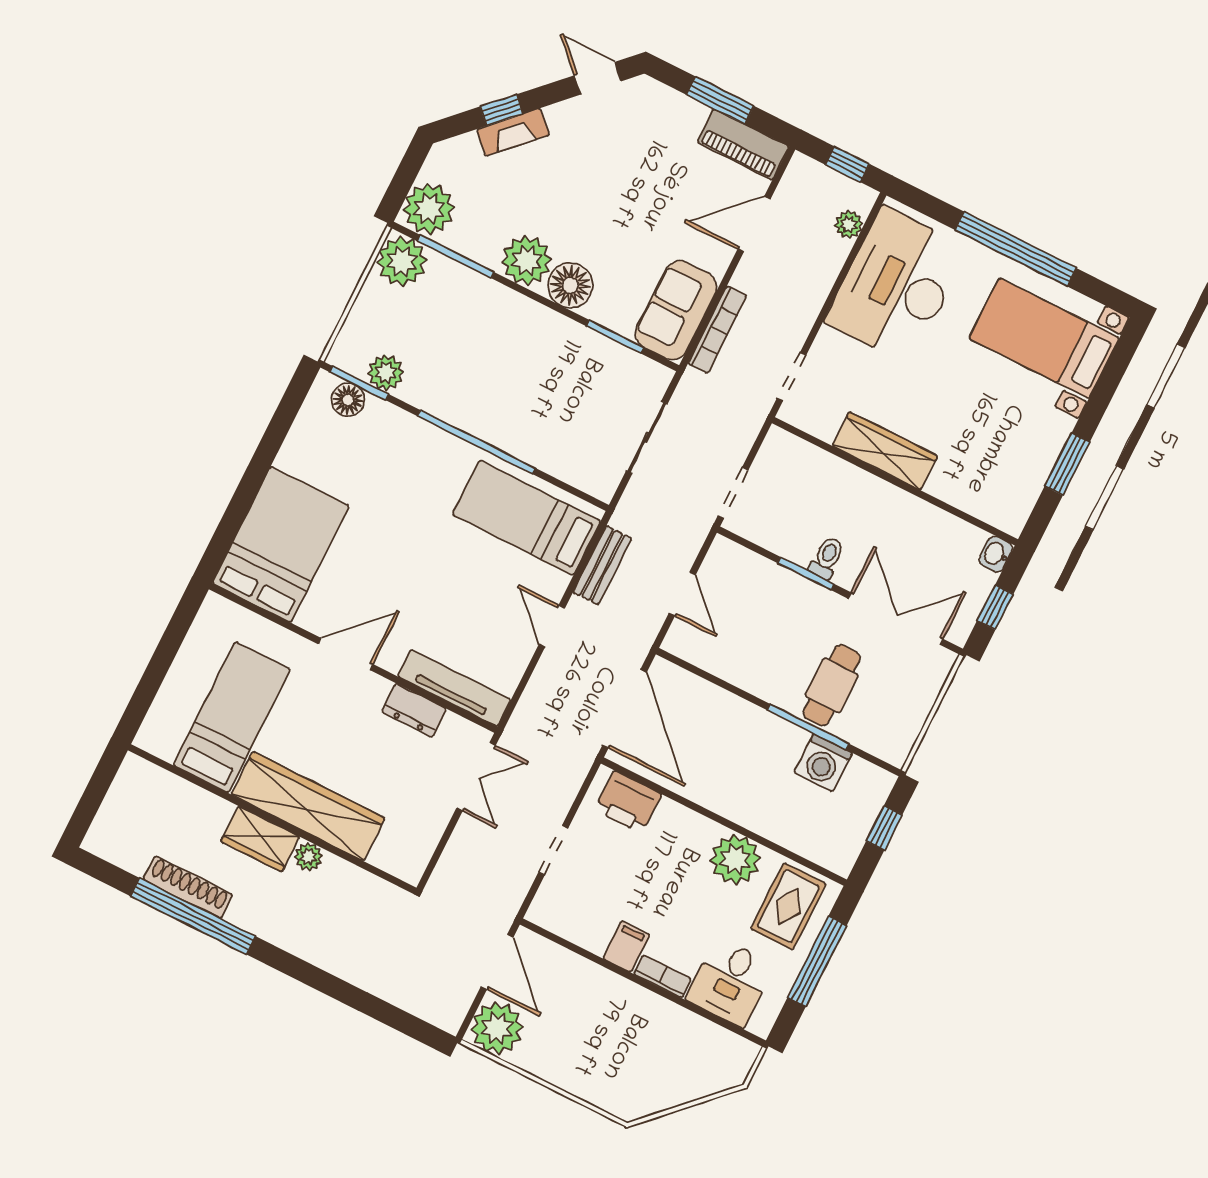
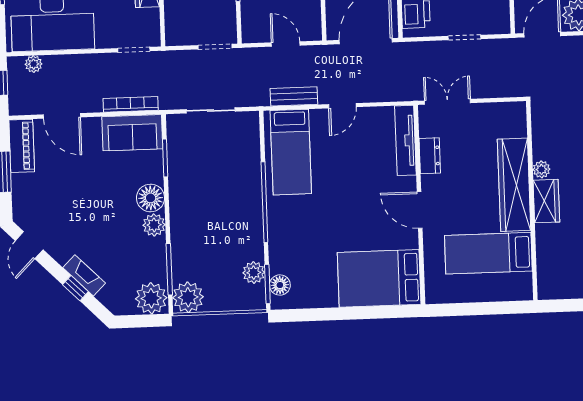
plant: (527, 260) -> (154, 225), width x0.73, depth x0.73
door: (682, 594) -> (286, 44), hinge flipped

